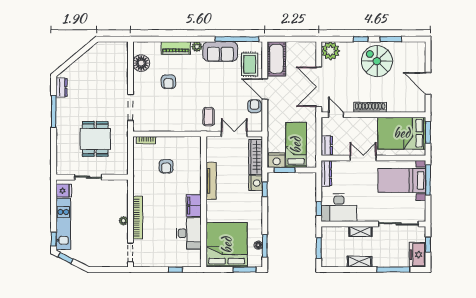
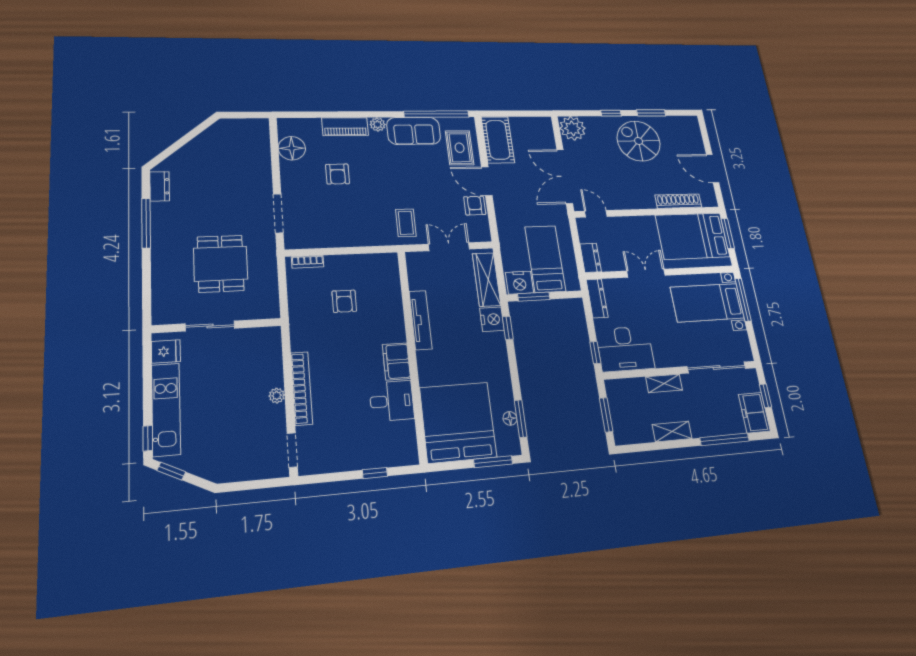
shoe rack: (370, 107) -> (678, 201), moved
desk: (189, 233) -> (392, 401), width x0.73

